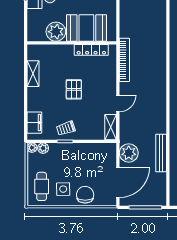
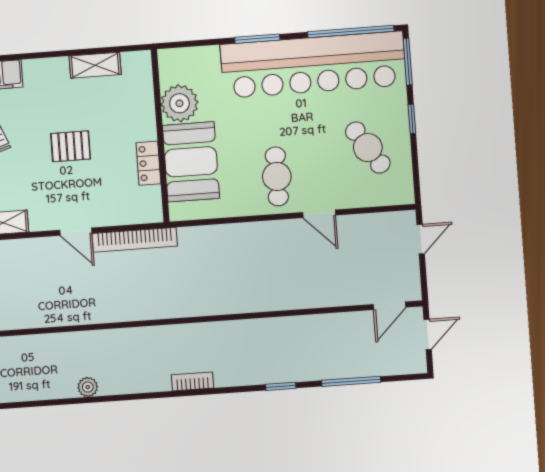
locker: (91, 50) -> (148, 163), width x0.66
door: (118, 103) -> (76, 232), moved

